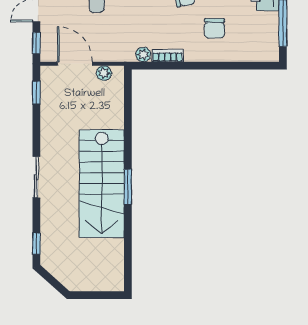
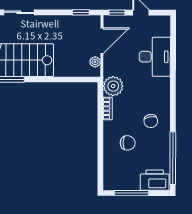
chair: (214, 28) -> (128, 143), turned 180
plant: (143, 55) -> (113, 86), width x1.87, depth x1.87

